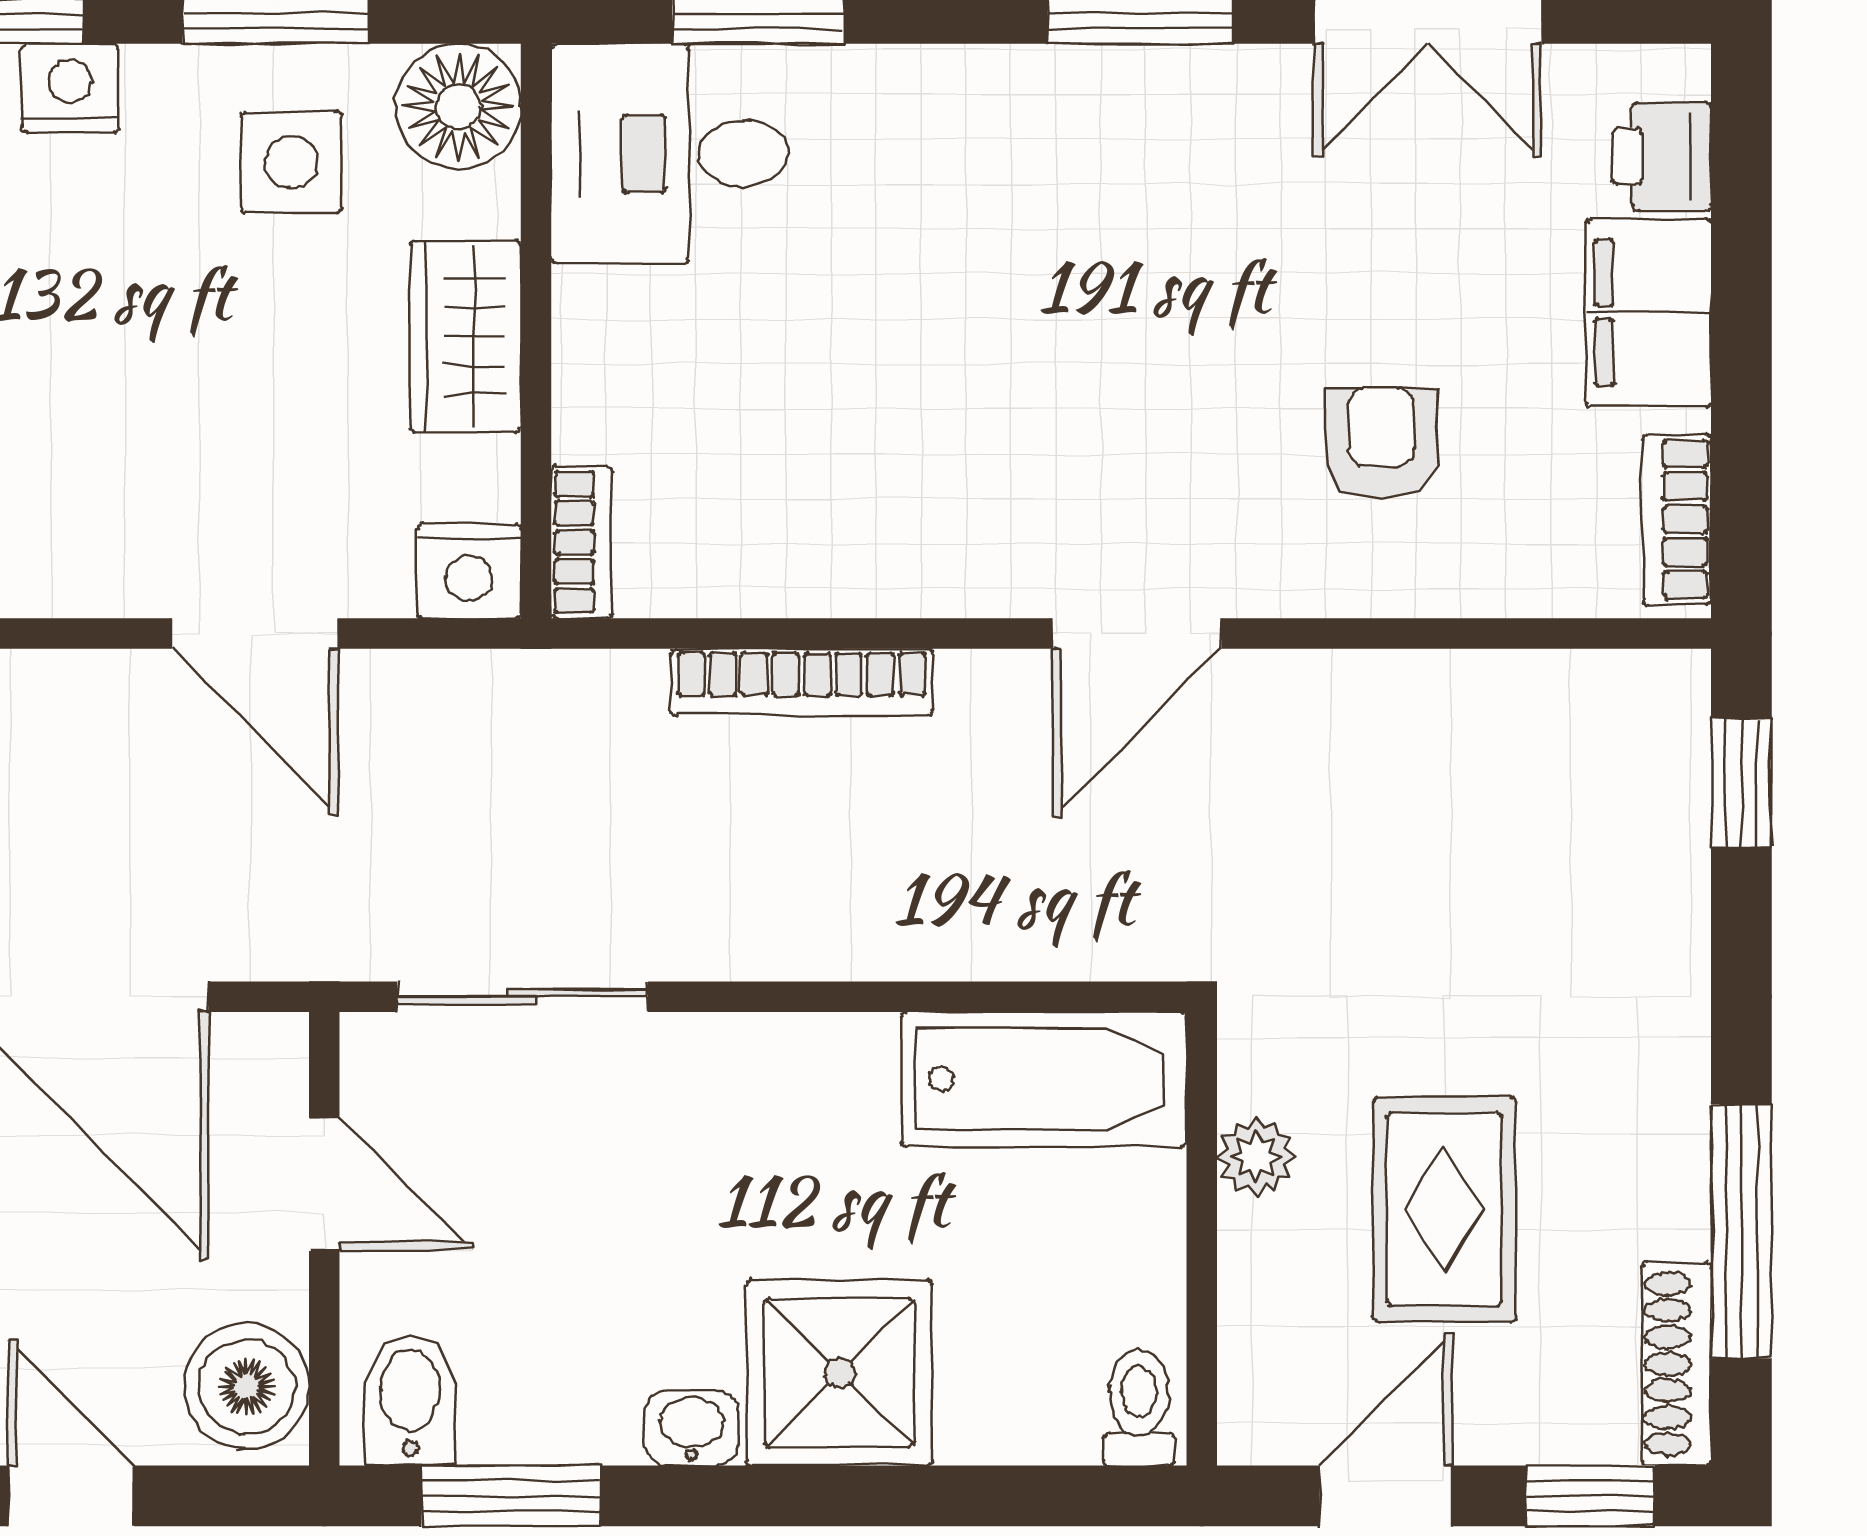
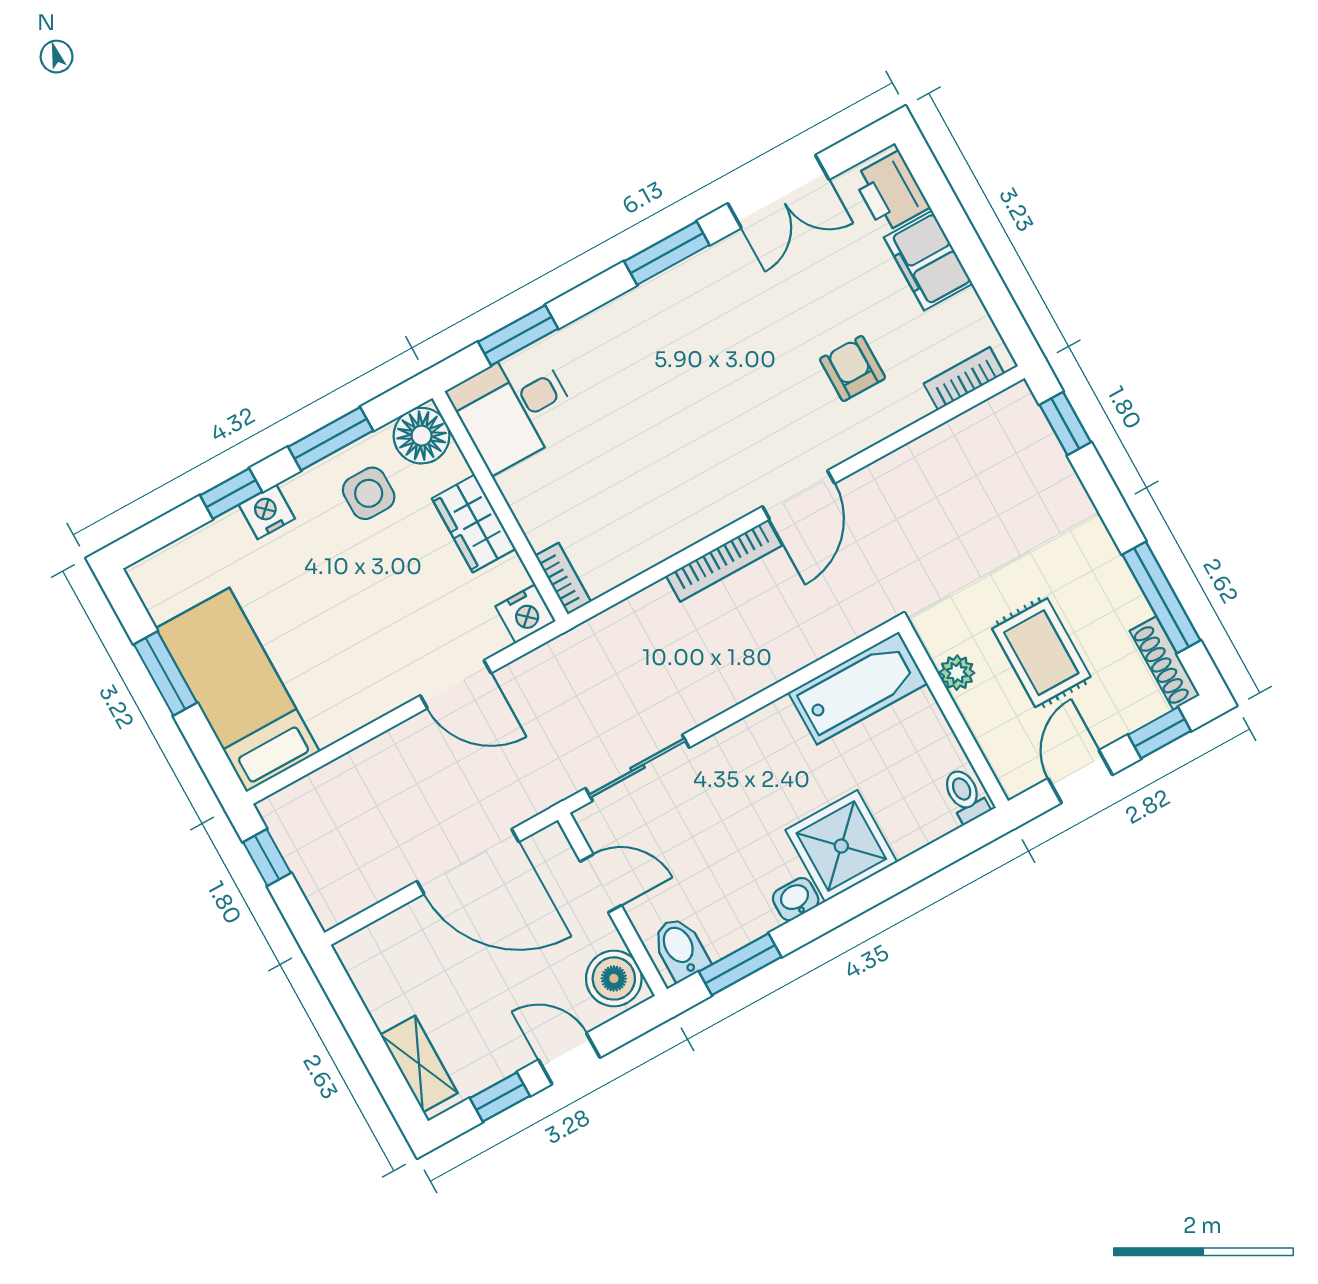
printer: (1662, 156) -> (891, 192), width x1.36, depth x1.24
bookcase: (1677, 519) -> (964, 379), moved, turned 90
bookcase: (802, 682) -> (724, 561), moved

